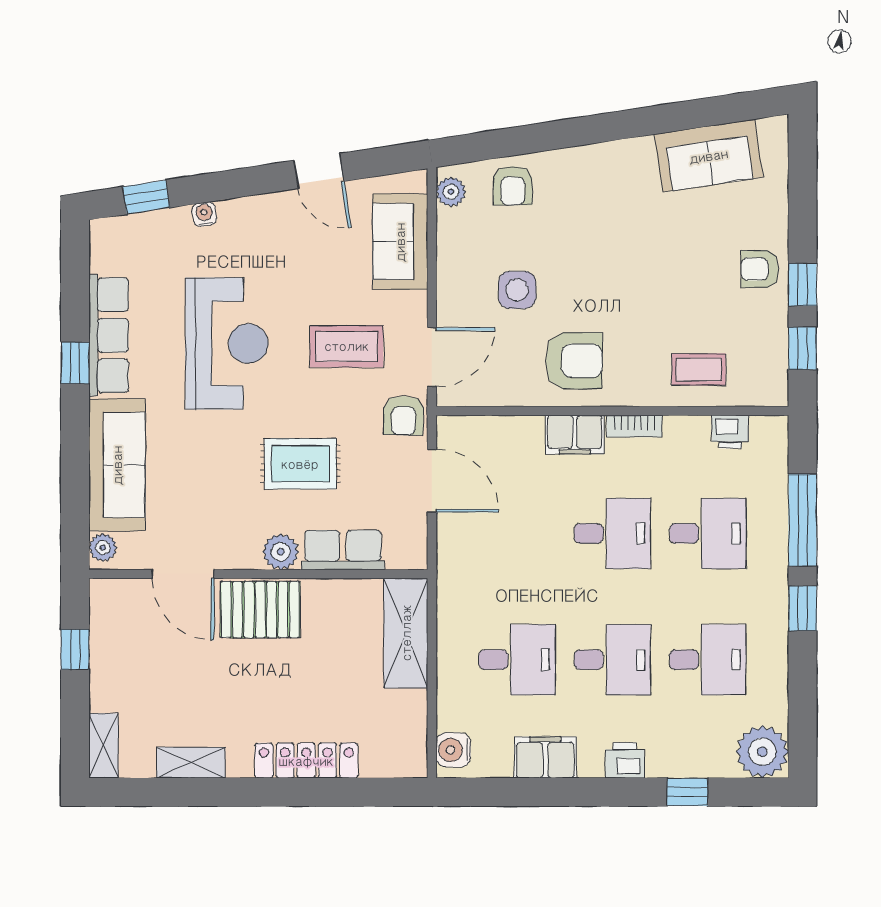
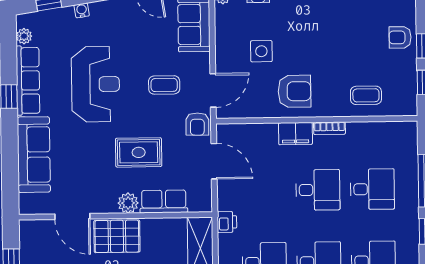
coffee table: (347, 346) -> (164, 85), width x0.73, depth x0.77
printer: (730, 432) -> (227, 222), moved, turned -90
plant: (103, 548) -> (24, 36), moved

